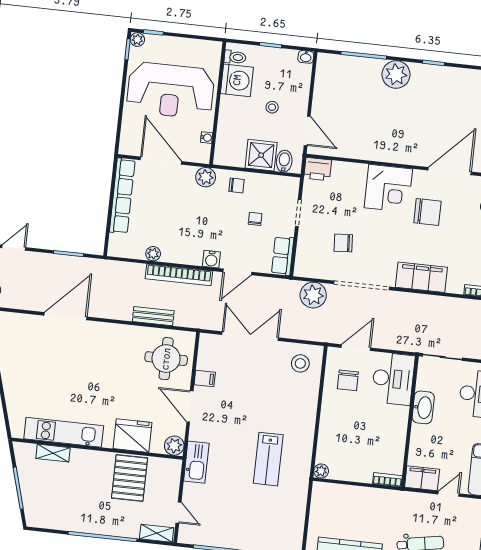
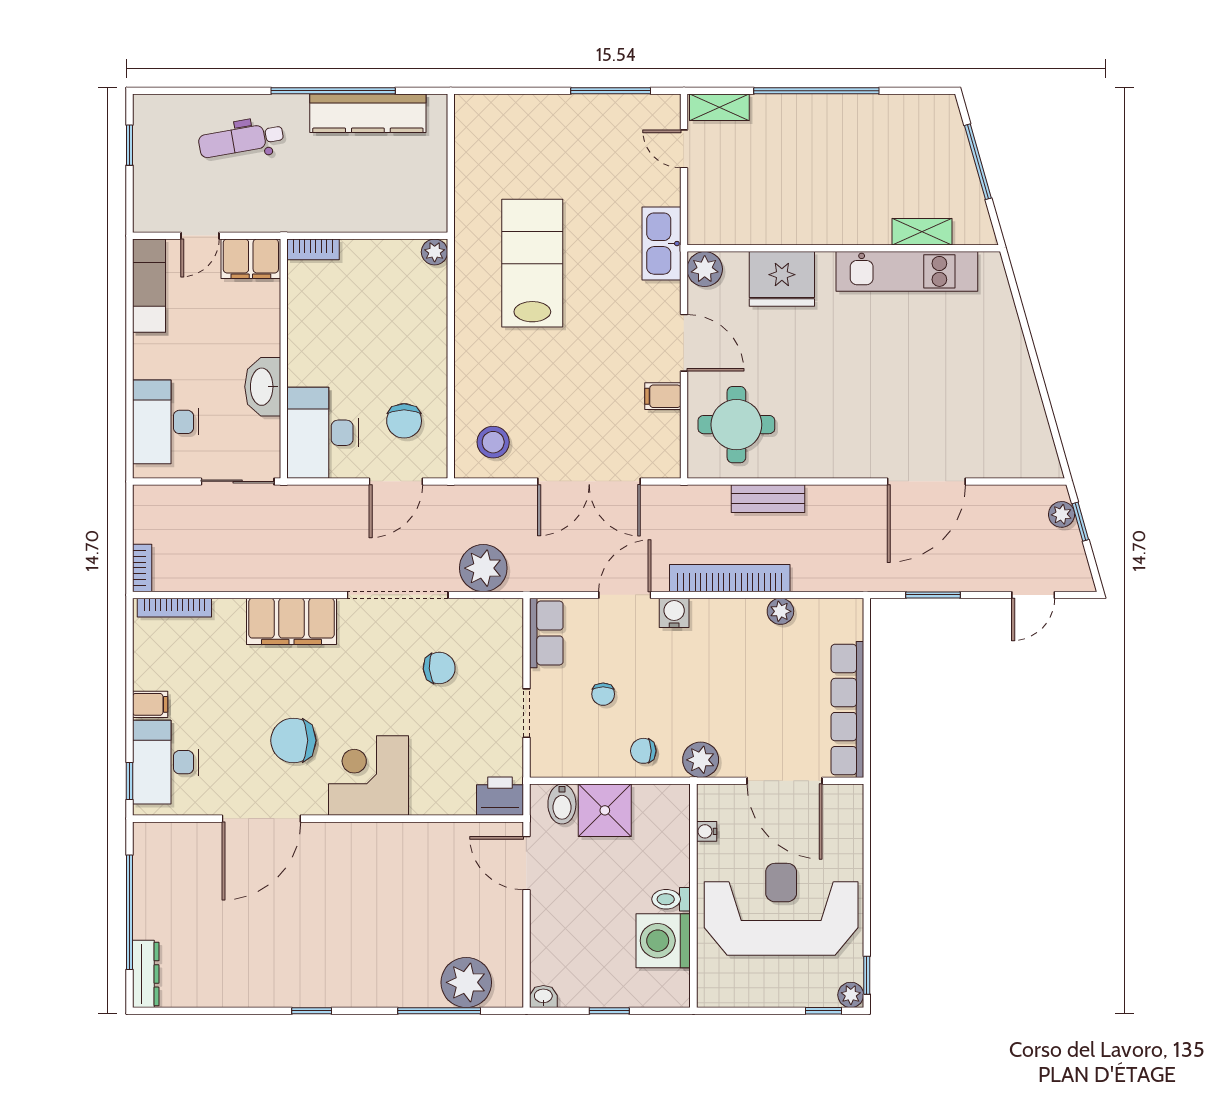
toilet: (235, 57) -> (671, 899), moved
plant: (396, 74) -> (466, 982), moved
stool: (272, 107) -> (594, 899), removed
chair: (348, 380) -> (404, 421), turned 180
lab bench: (268, 459) -> (532, 263), width x1.36, depth x1.39
pallet: (130, 478) -> (779, 202), removed

